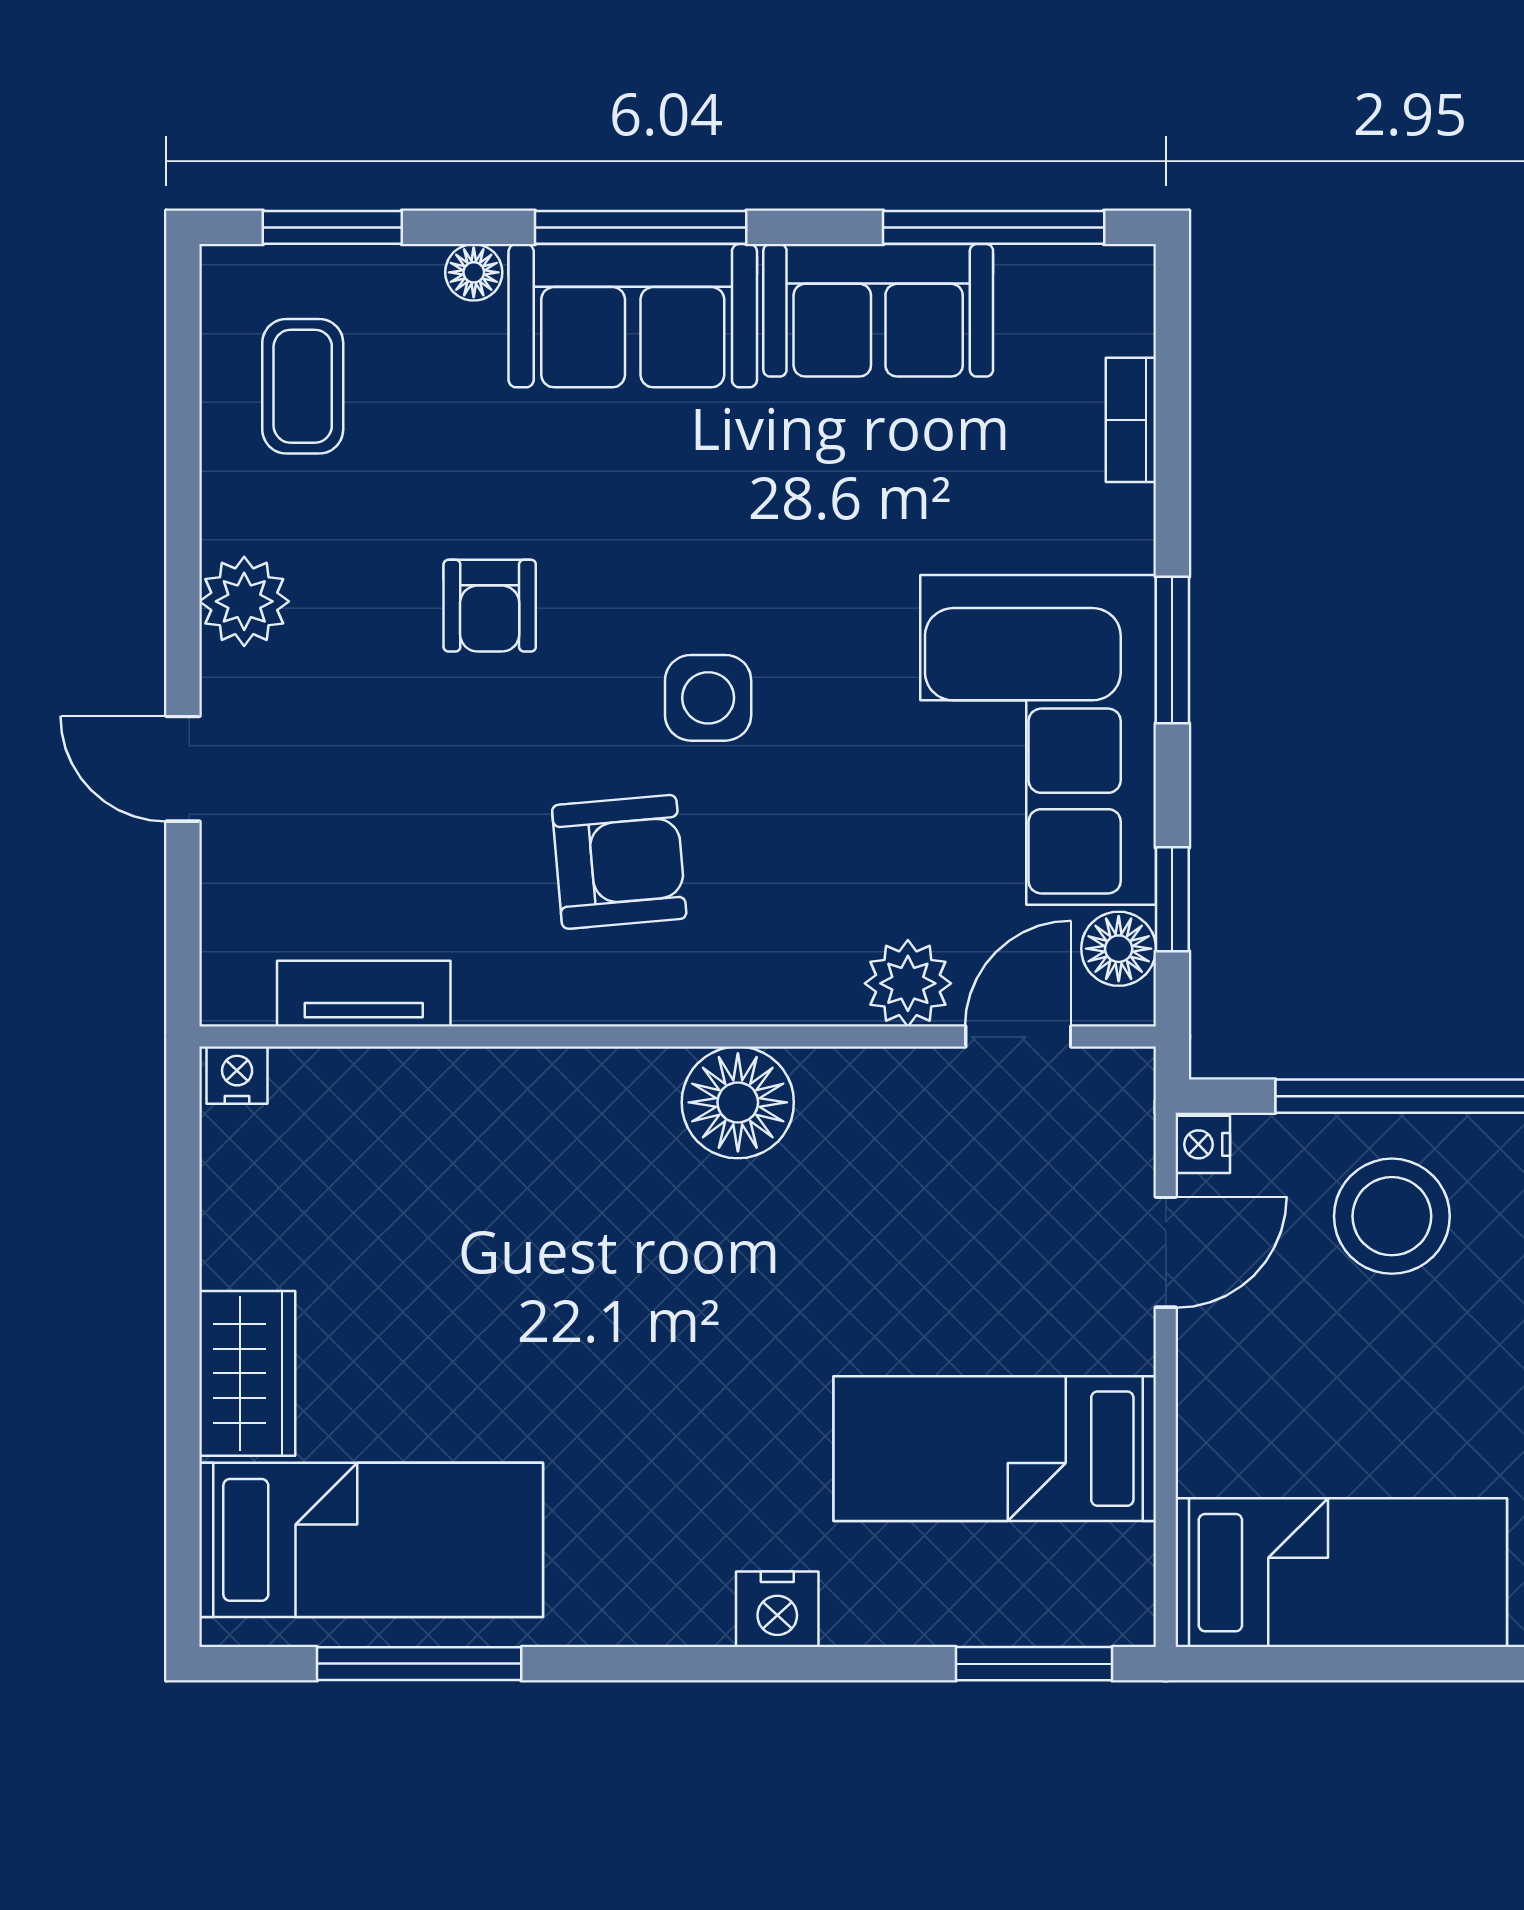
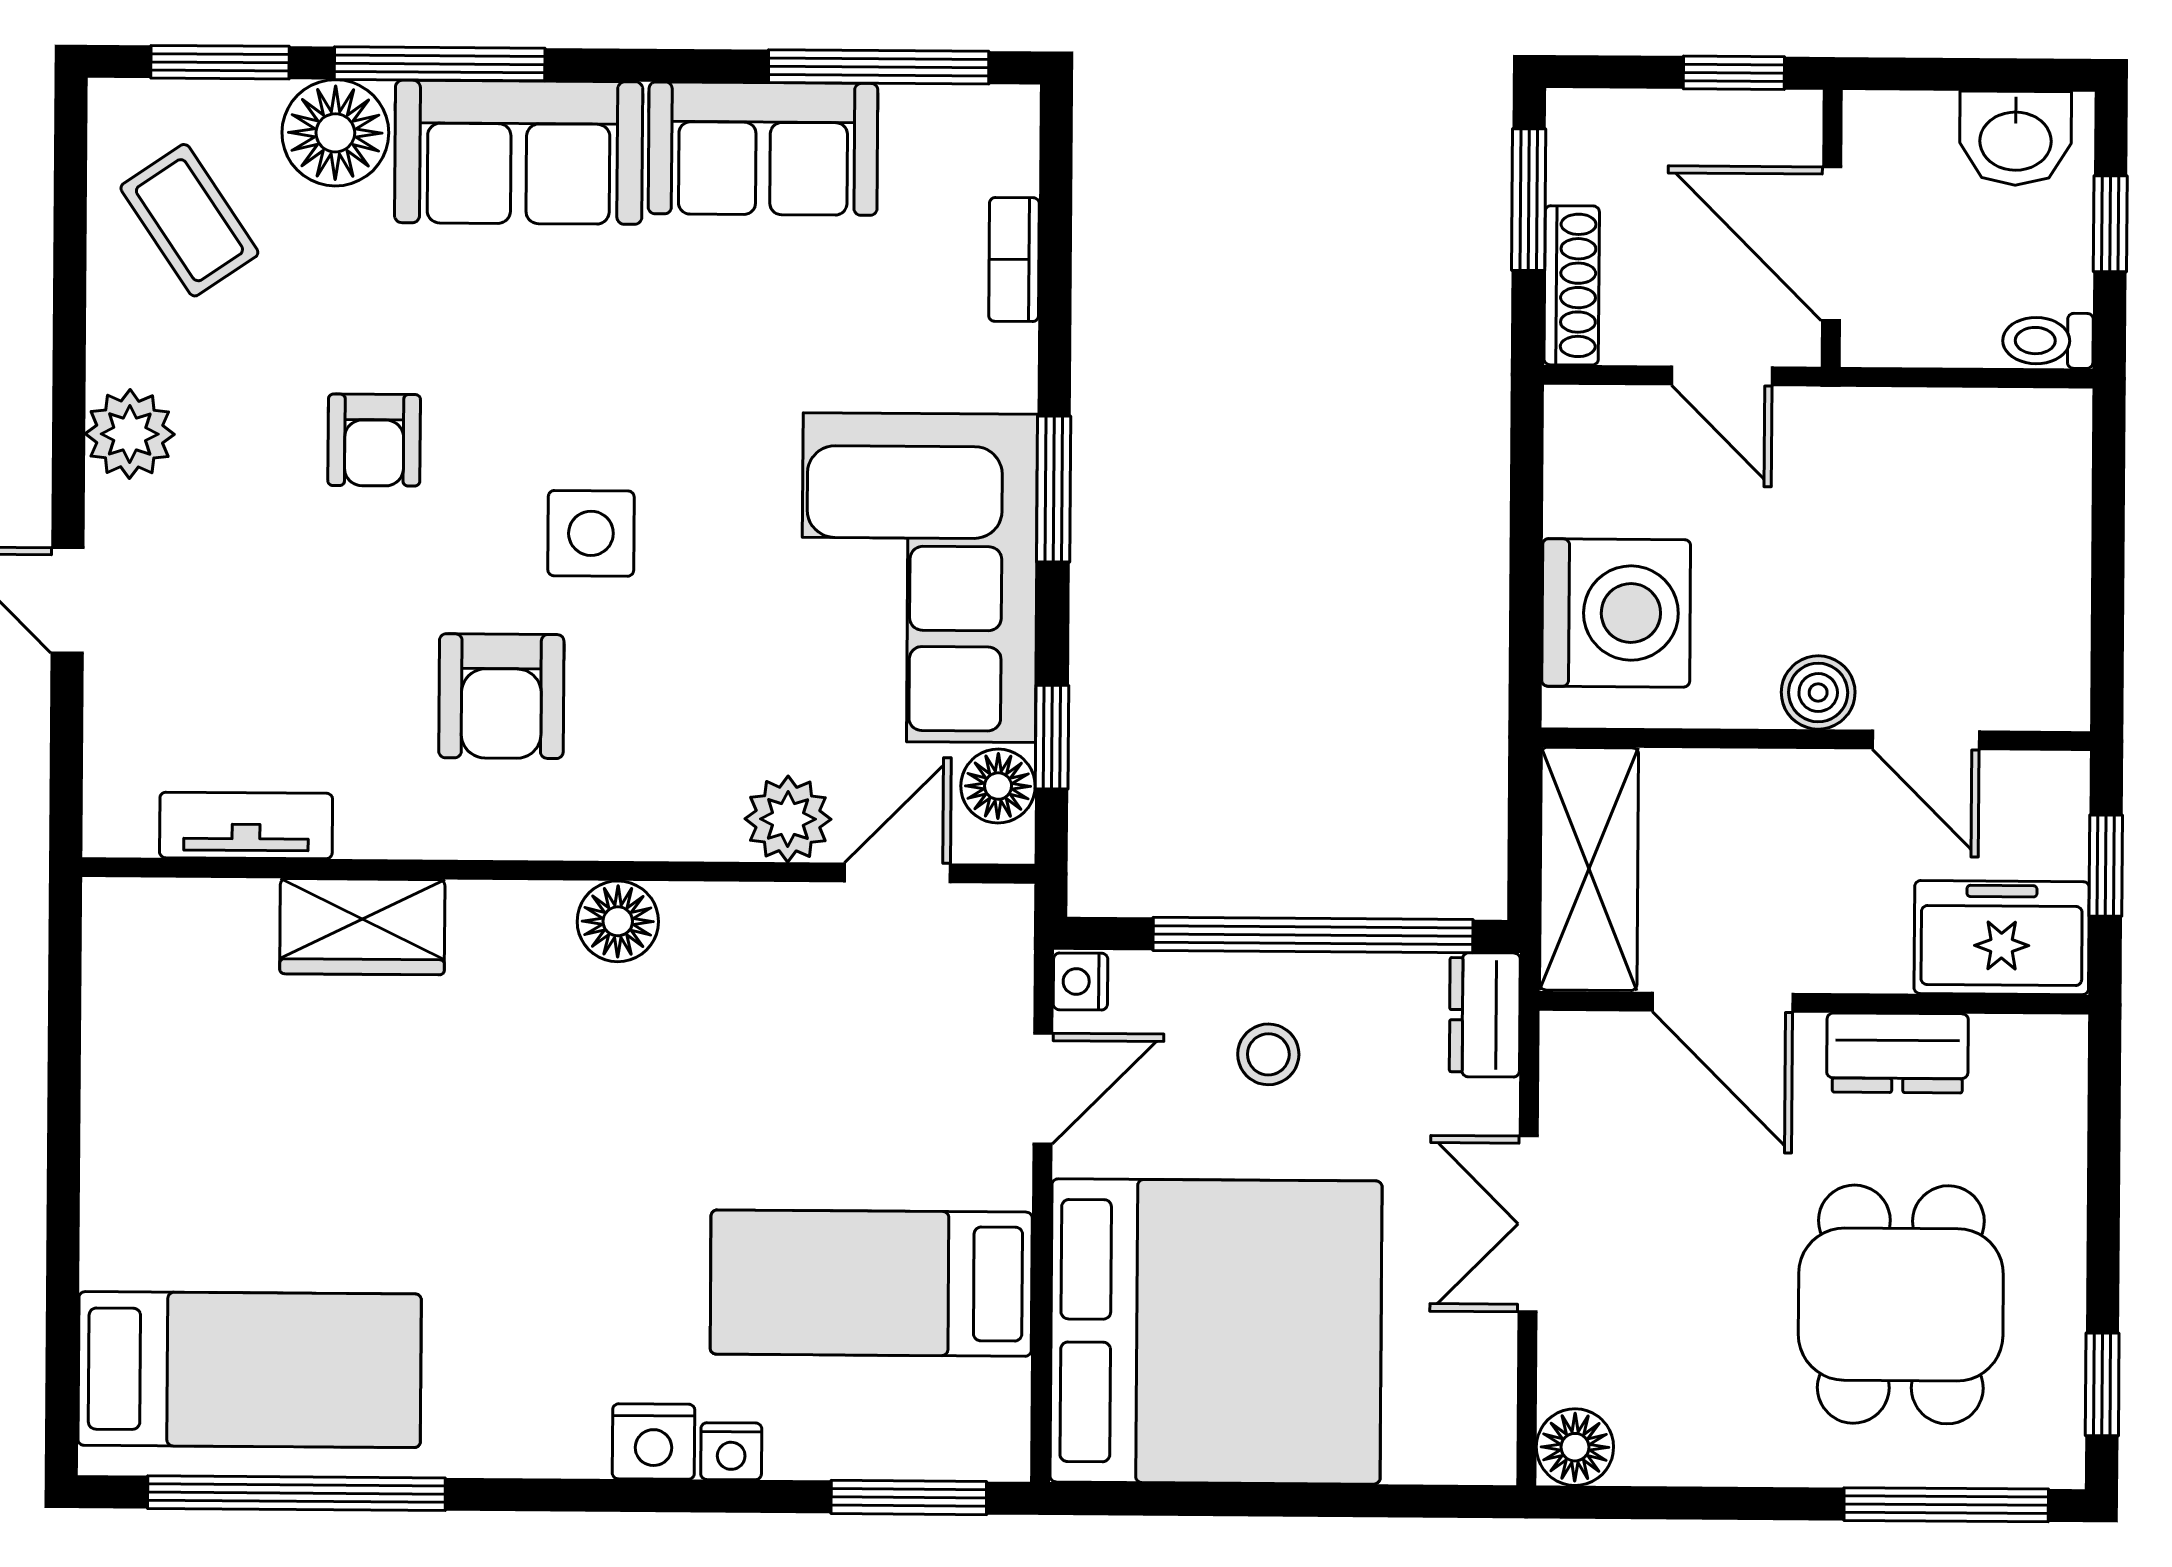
window: (641, 227) -> (440, 64), moved
floor lamp: (474, 272) -> (335, 133), width x1.89, depth x1.89
coffee table: (303, 386) -> (189, 220), turned -34
armchair: (619, 862) -> (501, 696), turned 95
nightstand: (237, 1075) -> (731, 1451), moved, turned 180
floor lamp: (738, 1102) -> (618, 921), width x0.73, depth x0.73
stool: (1392, 1216) -> (1268, 1054), width x0.53, depth x0.53
wardrobe: (247, 1373) -> (362, 927), moved, turned 90
bed: (1341, 1573) -> (1216, 1331), width x2.04
window: (419, 1664) -> (296, 1493), width x1.46

